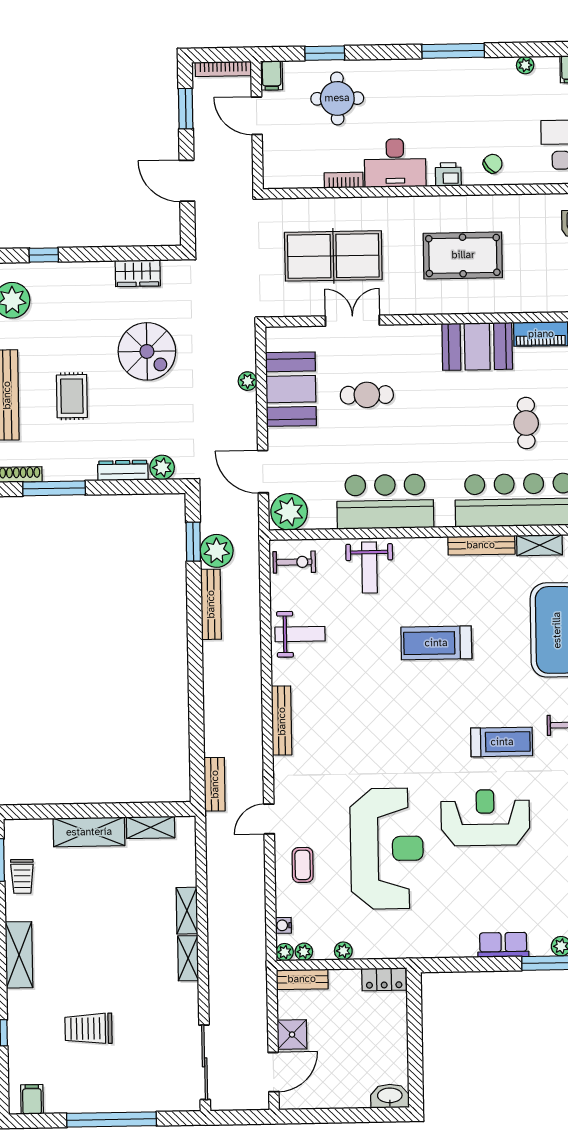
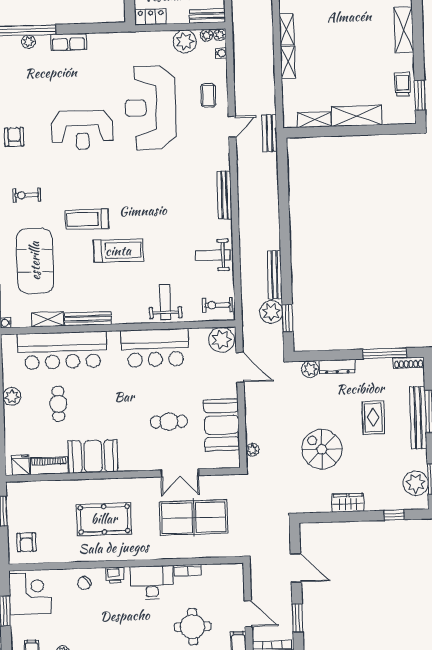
wardrobe: (138, 273) -> (348, 503), moved
plant: (248, 381) -> (252, 450), moved
treadmill: (502, 742) -> (87, 219), moved
bench: (215, 784) -> (270, 133), moved
plant: (343, 951) -> (185, 41), width x1.87, depth x1.87

